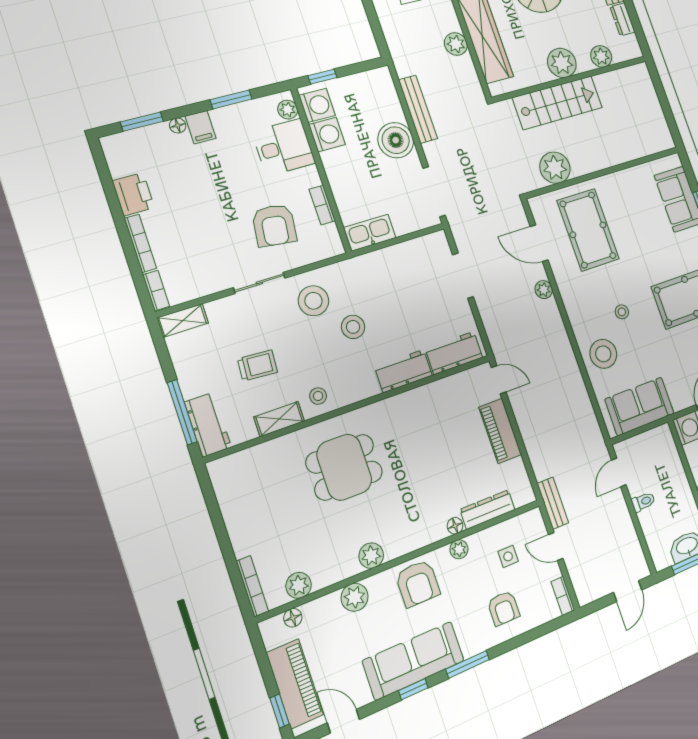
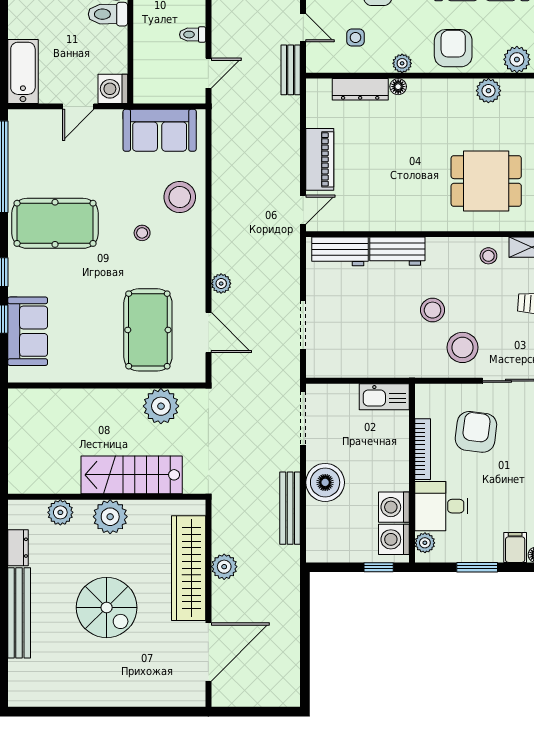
bookcase: (322, 205) -> (423, 449), width x1.56
door: (499, 380) -> (303, 210), swing flipped

